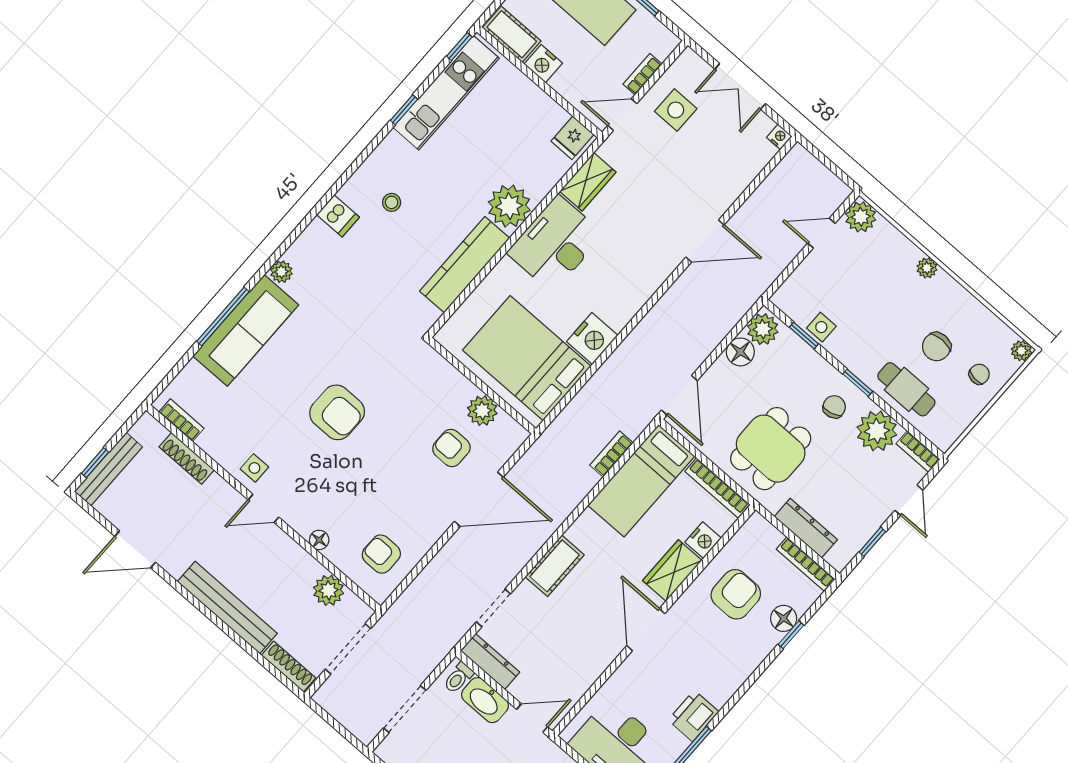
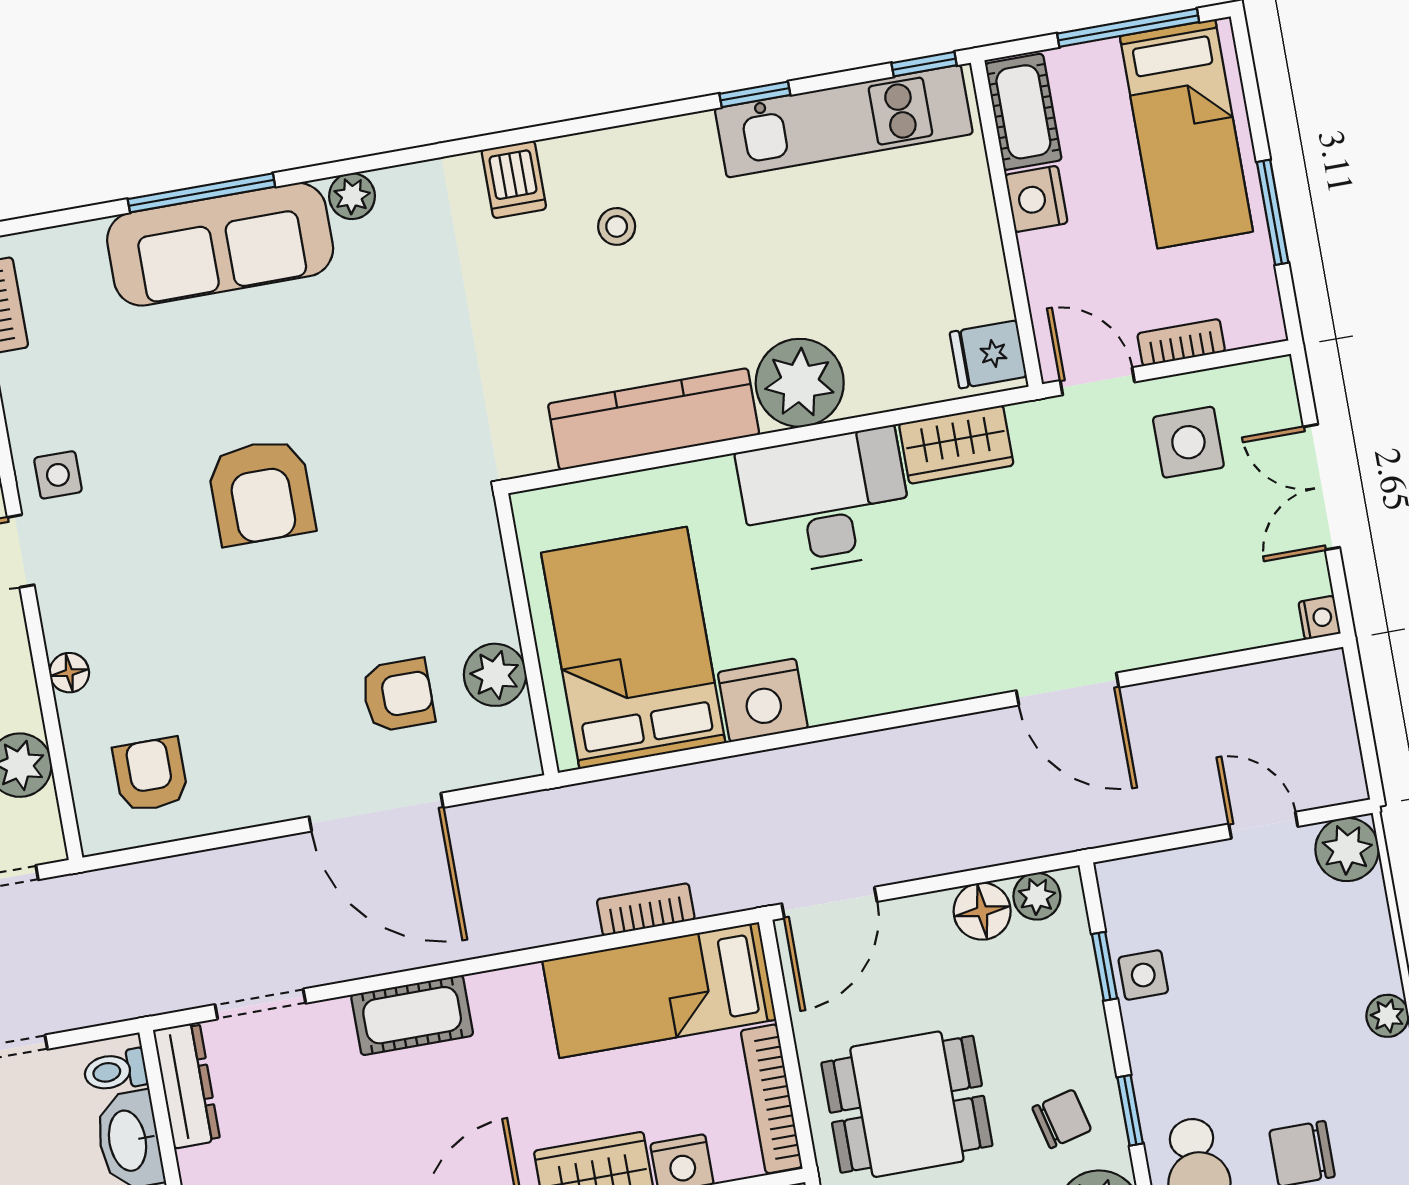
plant: (763, 329) -> (1037, 896), width x0.73, depth x0.73
armchair: (451, 448) -> (398, 695), turned 90

